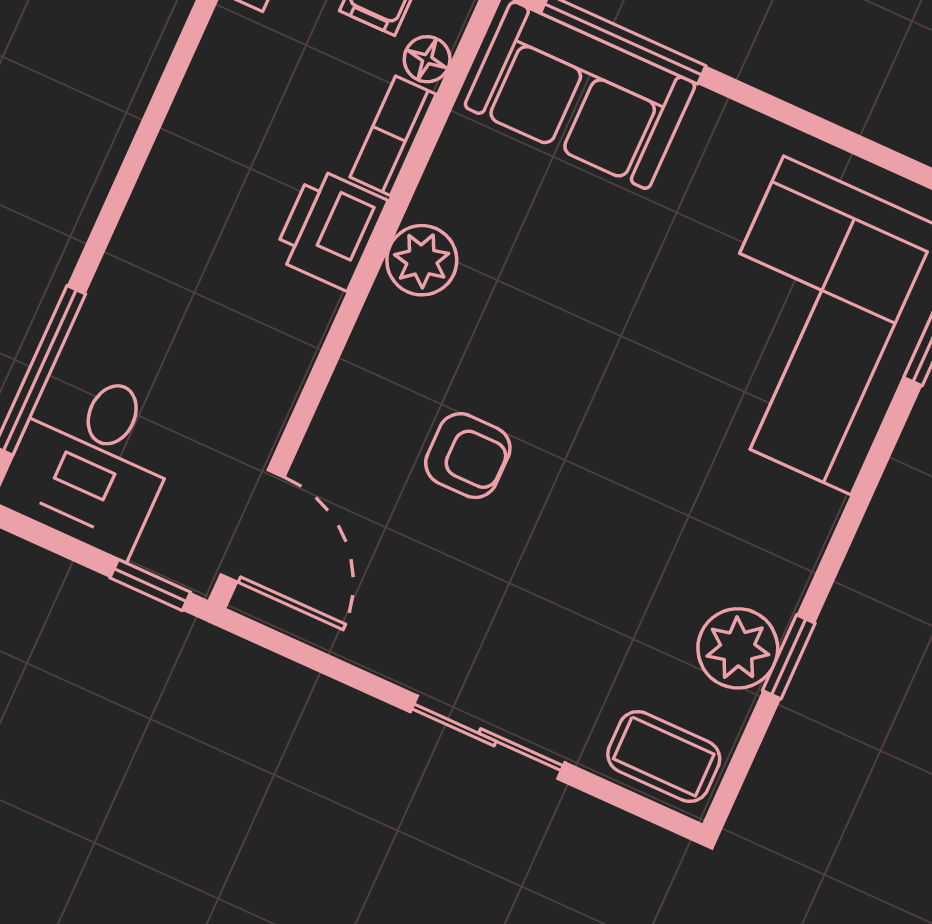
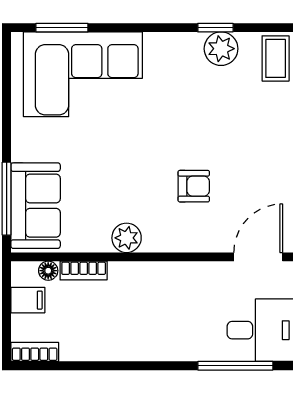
printer: (330, 229) -> (131, 279), removed
armchair: (468, 456) -> (194, 186), turned 90

